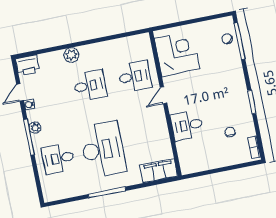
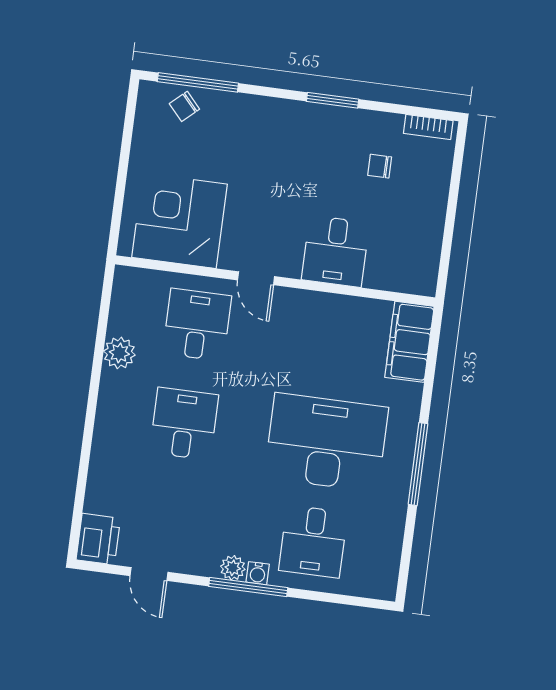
plant: (71, 55) -> (119, 353), moved
water cooler: (29, 104) -> (258, 573), moved

